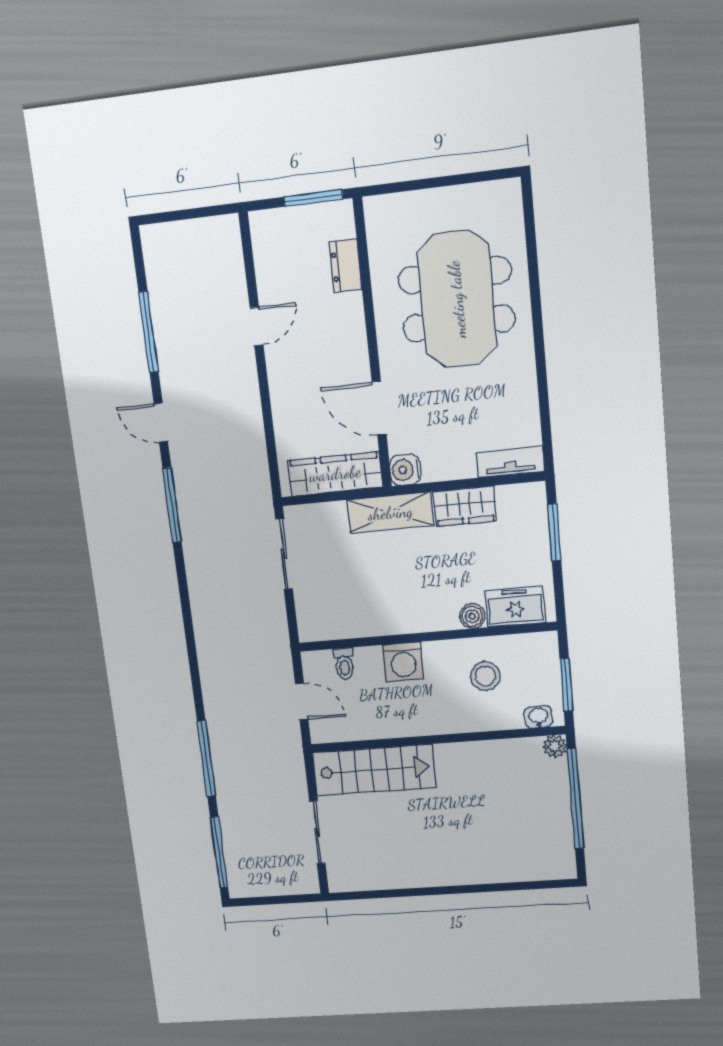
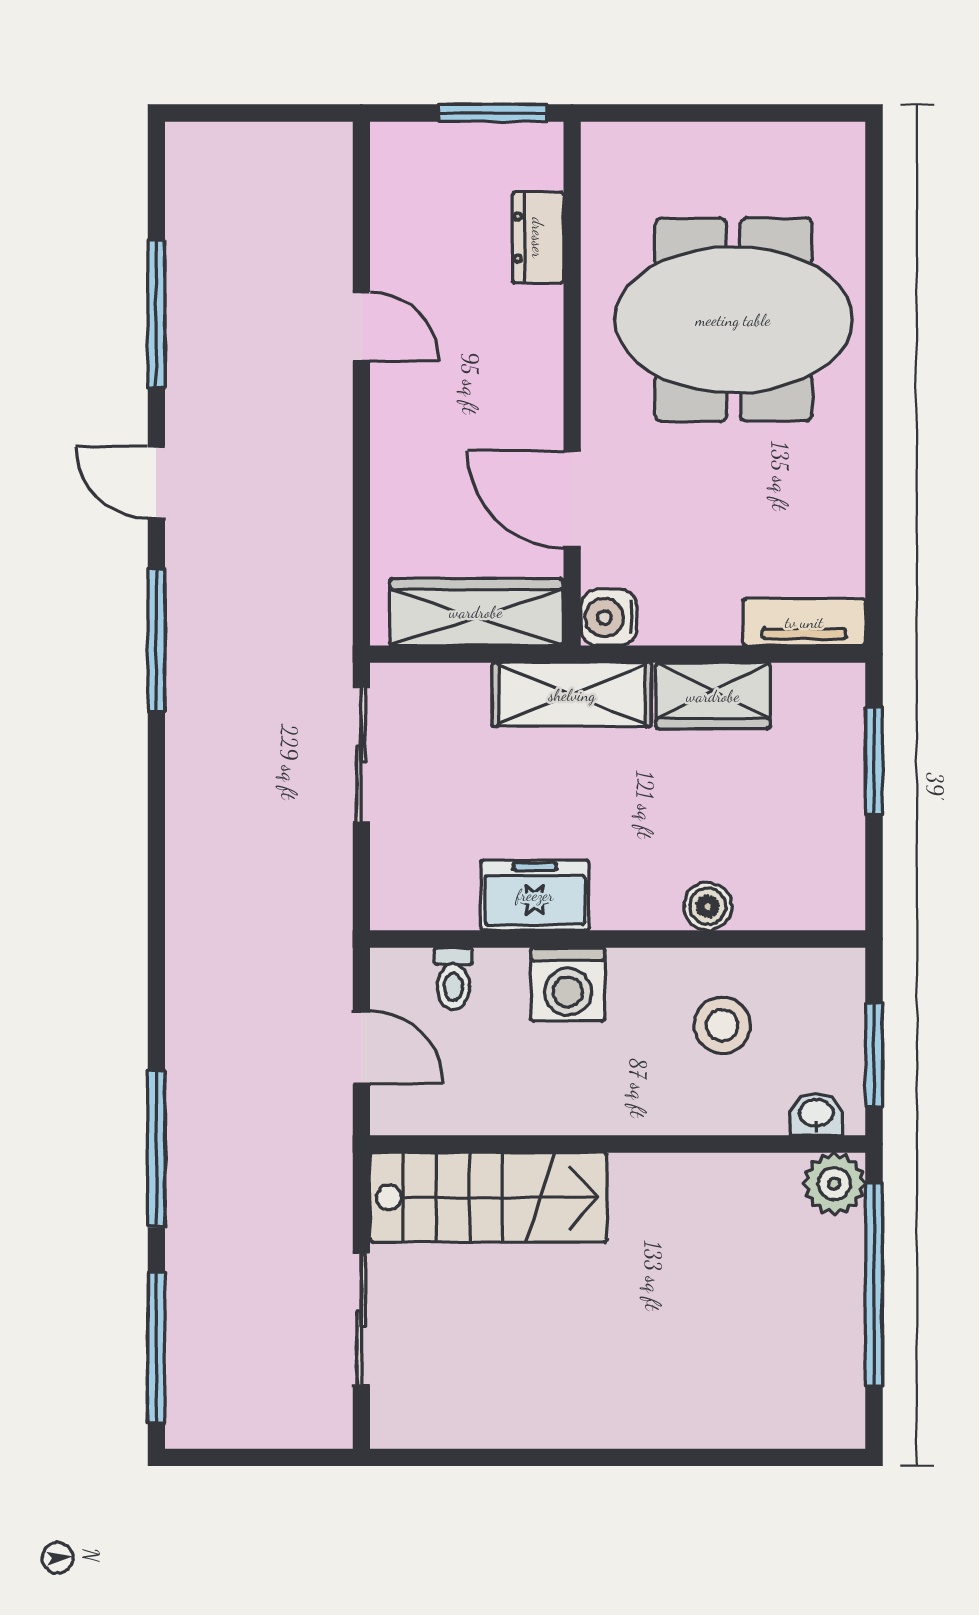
meeting table: (457, 299) -> (733, 320), turned 90
door: (257, 326) -> (361, 326), hinge flipped
freezer: (515, 607) -> (535, 895), moved
plant: (555, 746) -> (834, 1184), width x1.38, depth x1.38

